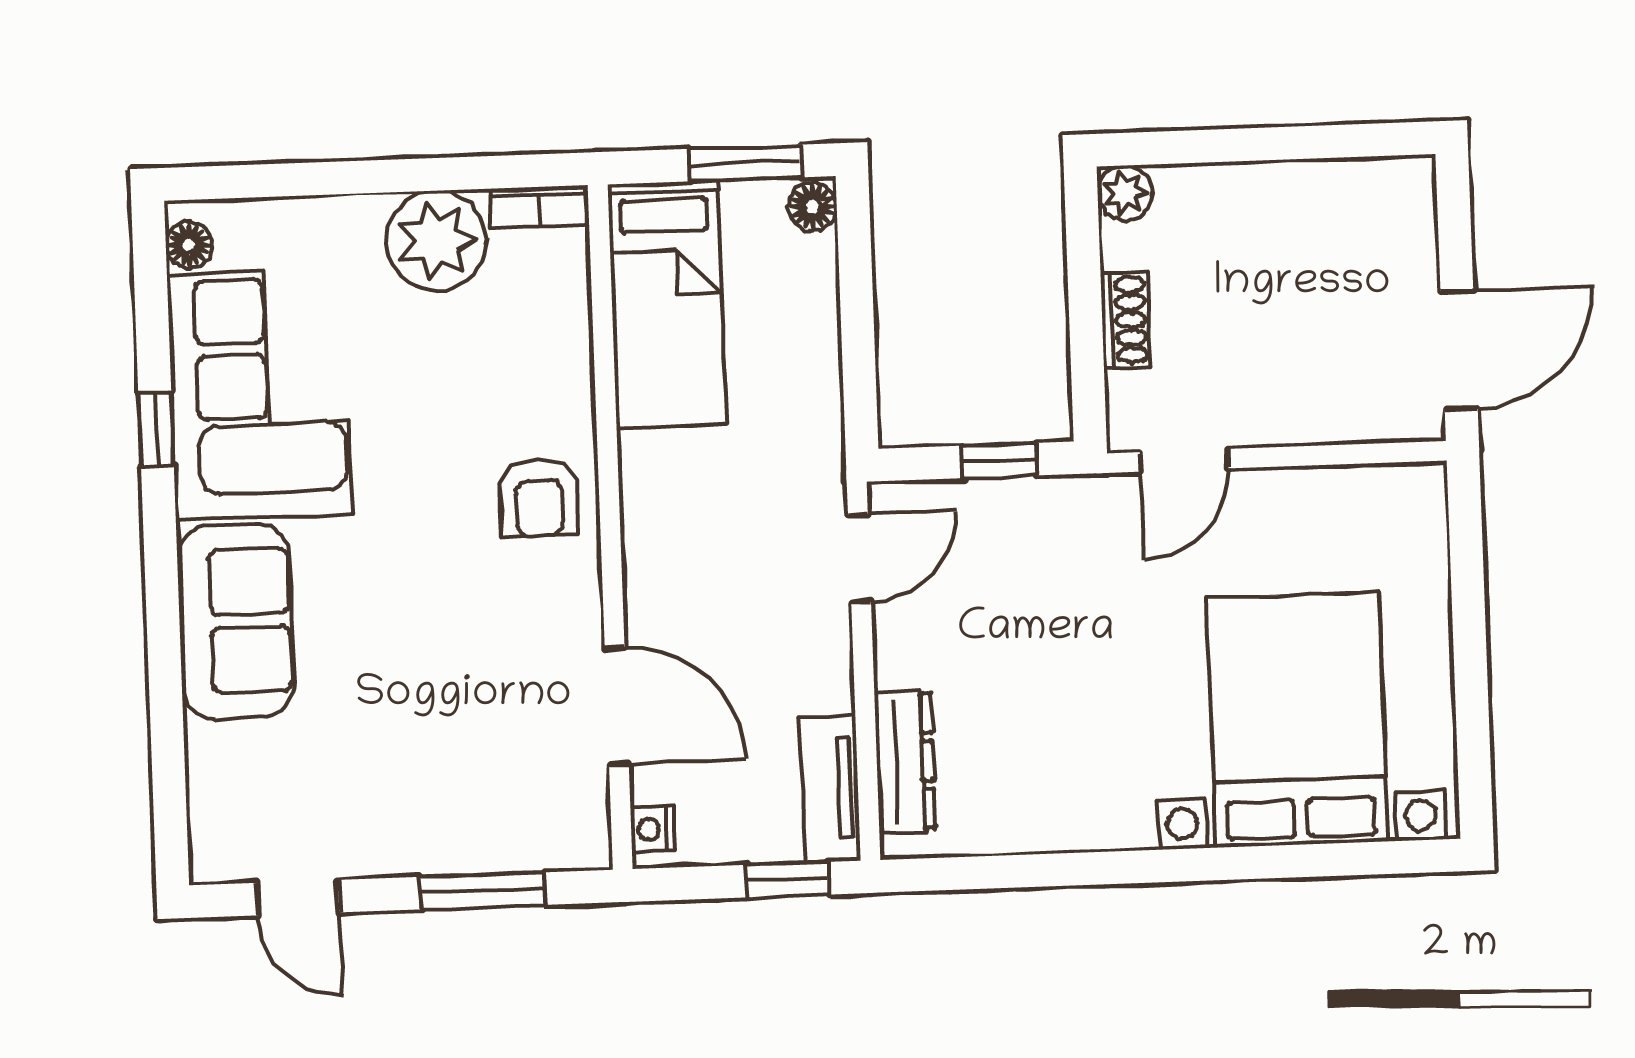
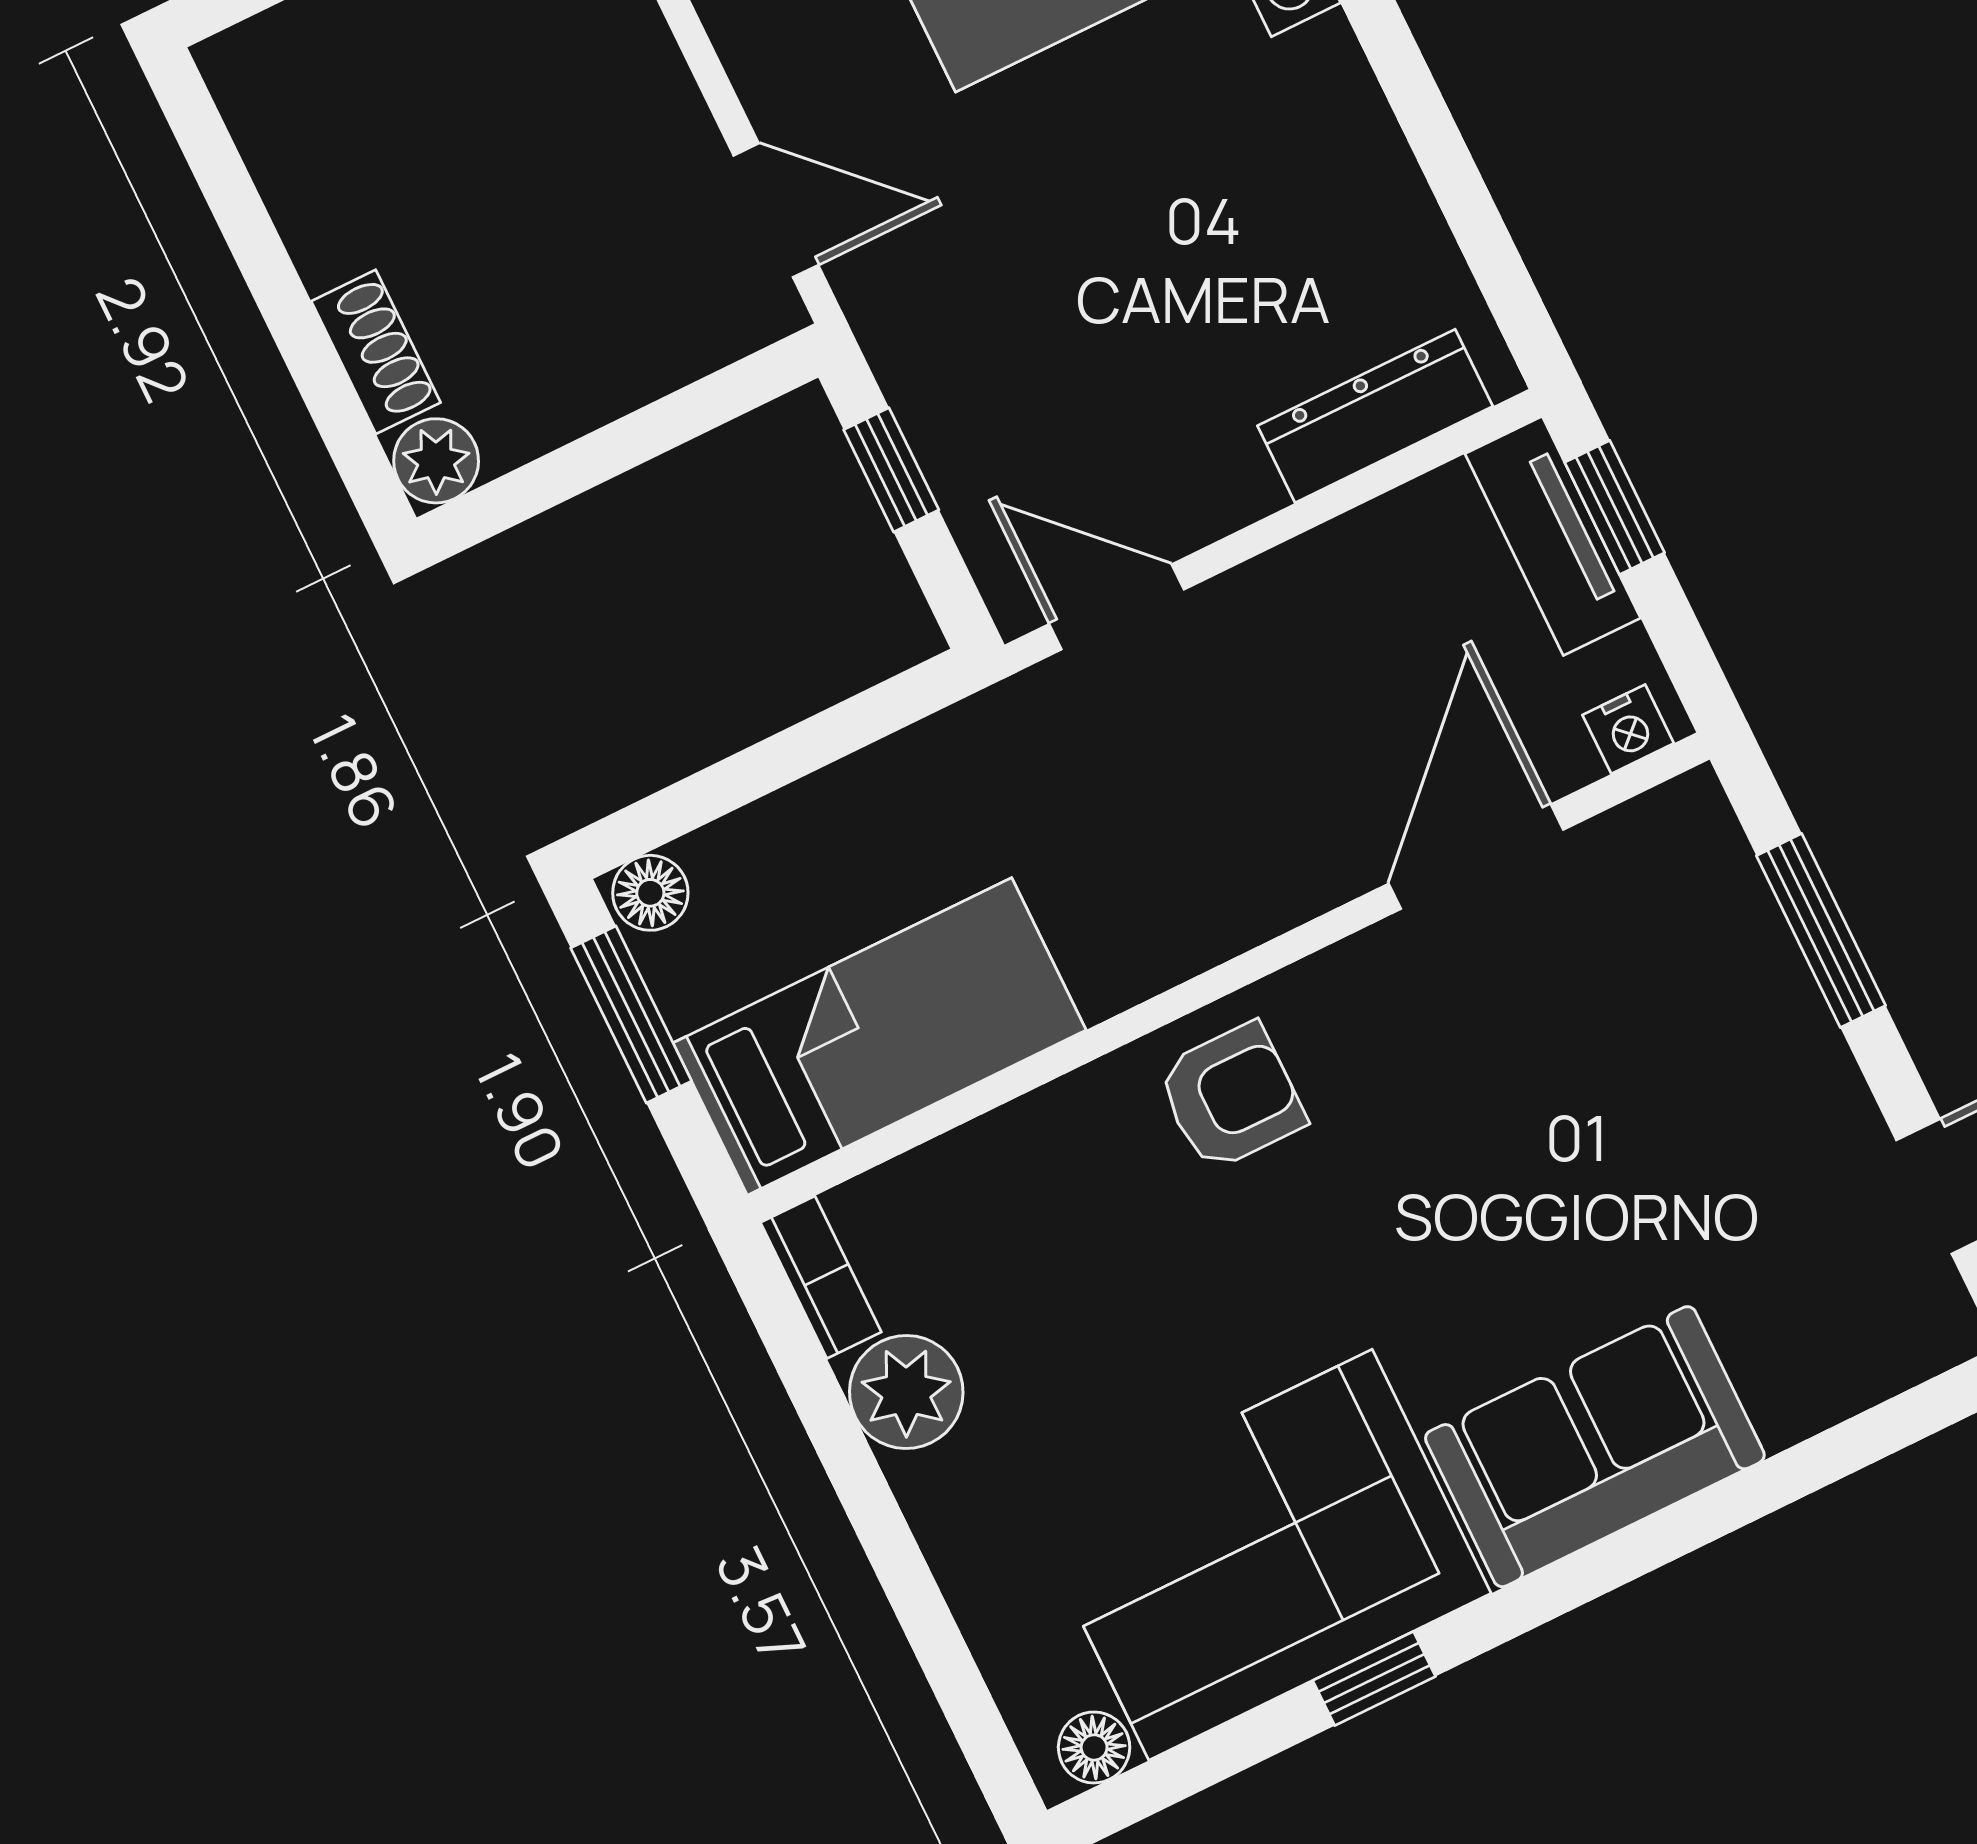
plant: (436, 241) -> (906, 1392), width x0.73, depth x0.73
shoe rack: (1125, 320) -> (376, 352), moved, turned 90
tv unit: (830, 789) -> (1553, 536), moved, turned 90

